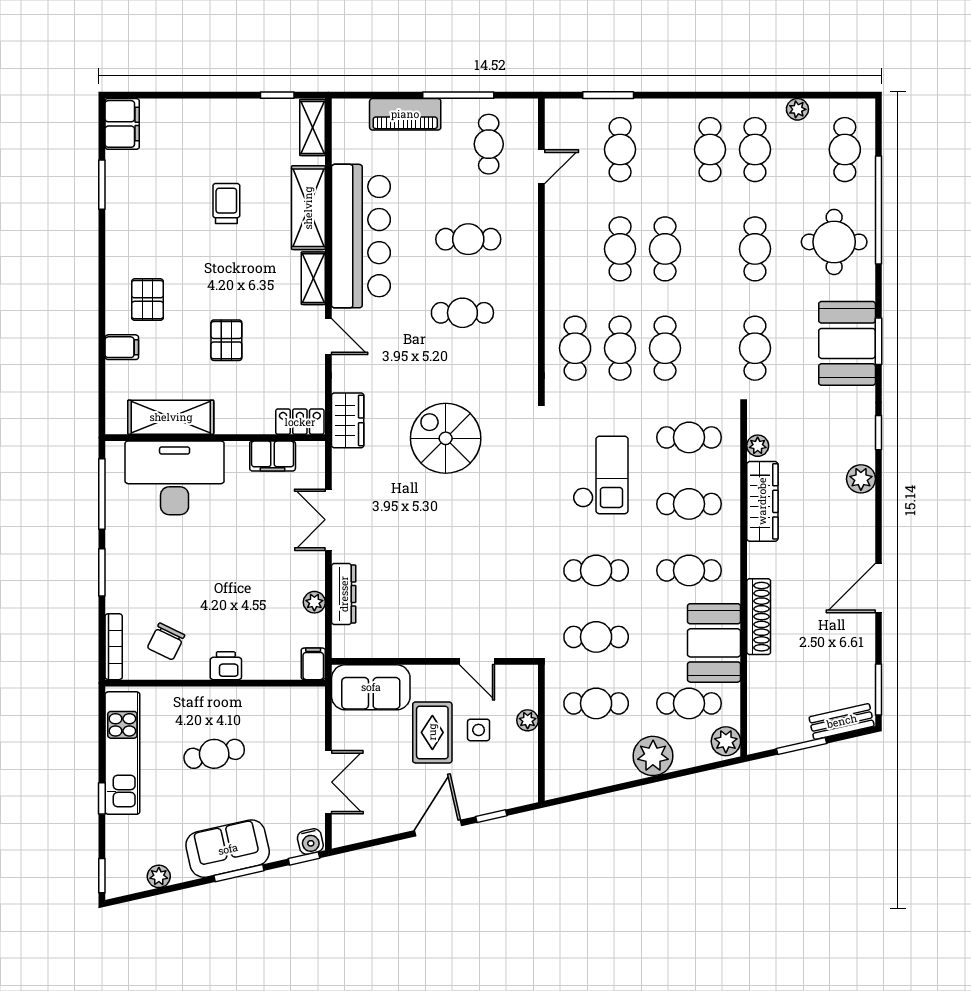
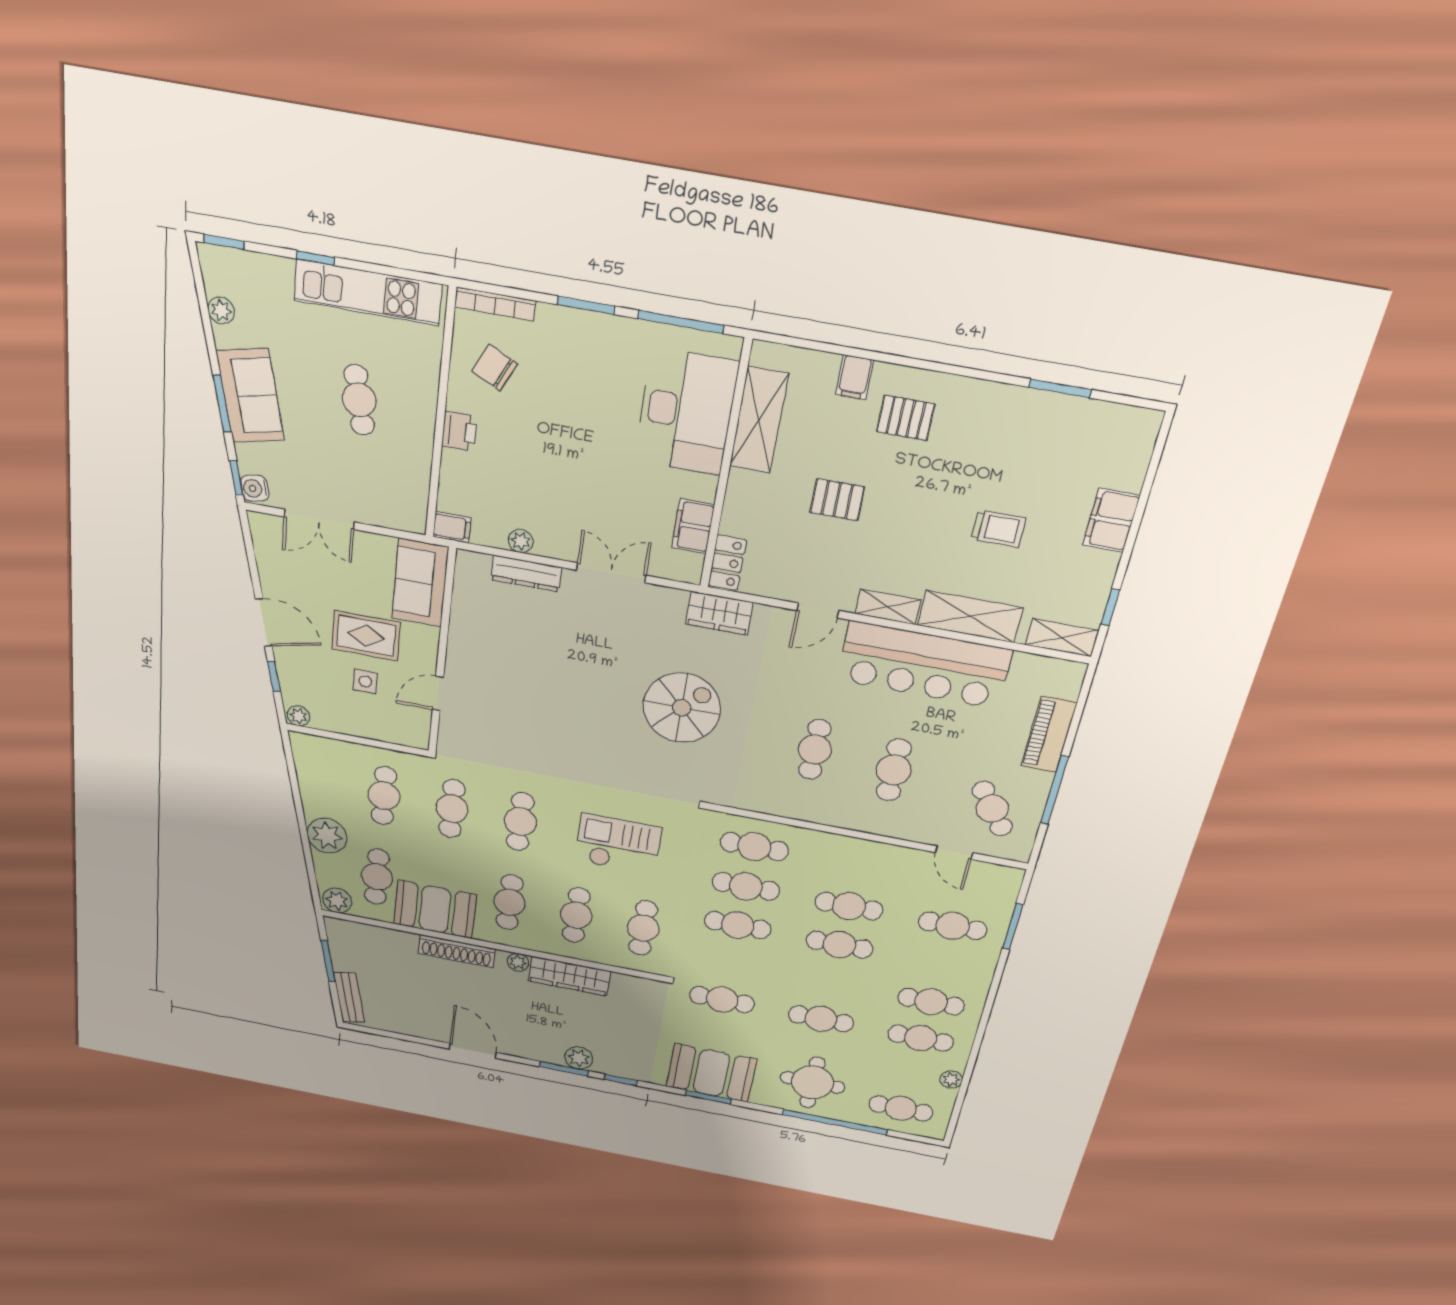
filing cabinet: (122, 124) -> (1111, 520), moved, turned 90
cafe table: (489, 144) -> (992, 809), turned 54
plant: (758, 446) -> (518, 962), moved
checkout: (601, 475) -> (618, 844), turned 180
window: (879, 690) -> (564, 1069), moved
plant: (528, 720) -> (298, 716), moved

